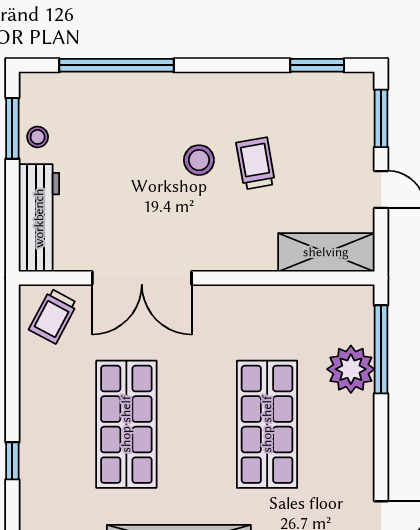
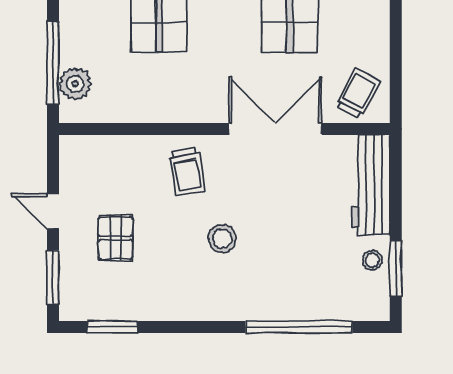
pallet: (314, 161) -> (116, 238), added
trolley: (256, 163) -> (187, 172), moved
shelving: (326, 252) -> (104, 153), removed
plant: (351, 369) -> (75, 84), moved, width x0.73, depth x0.73

